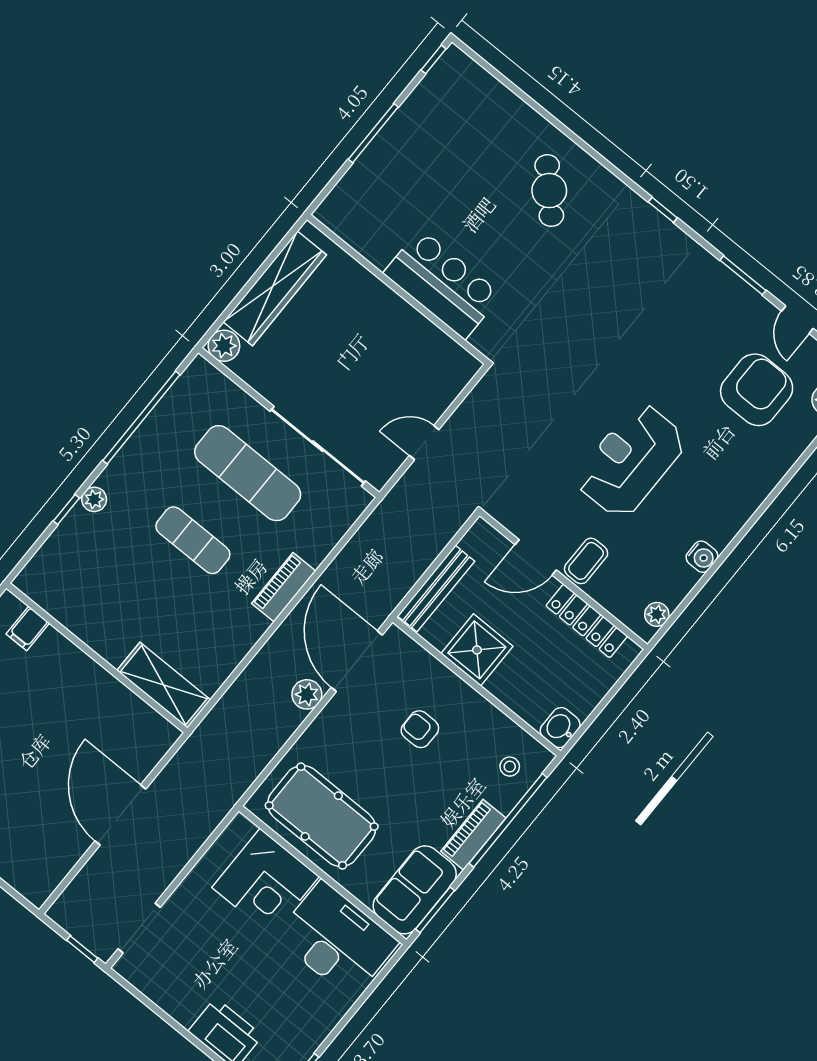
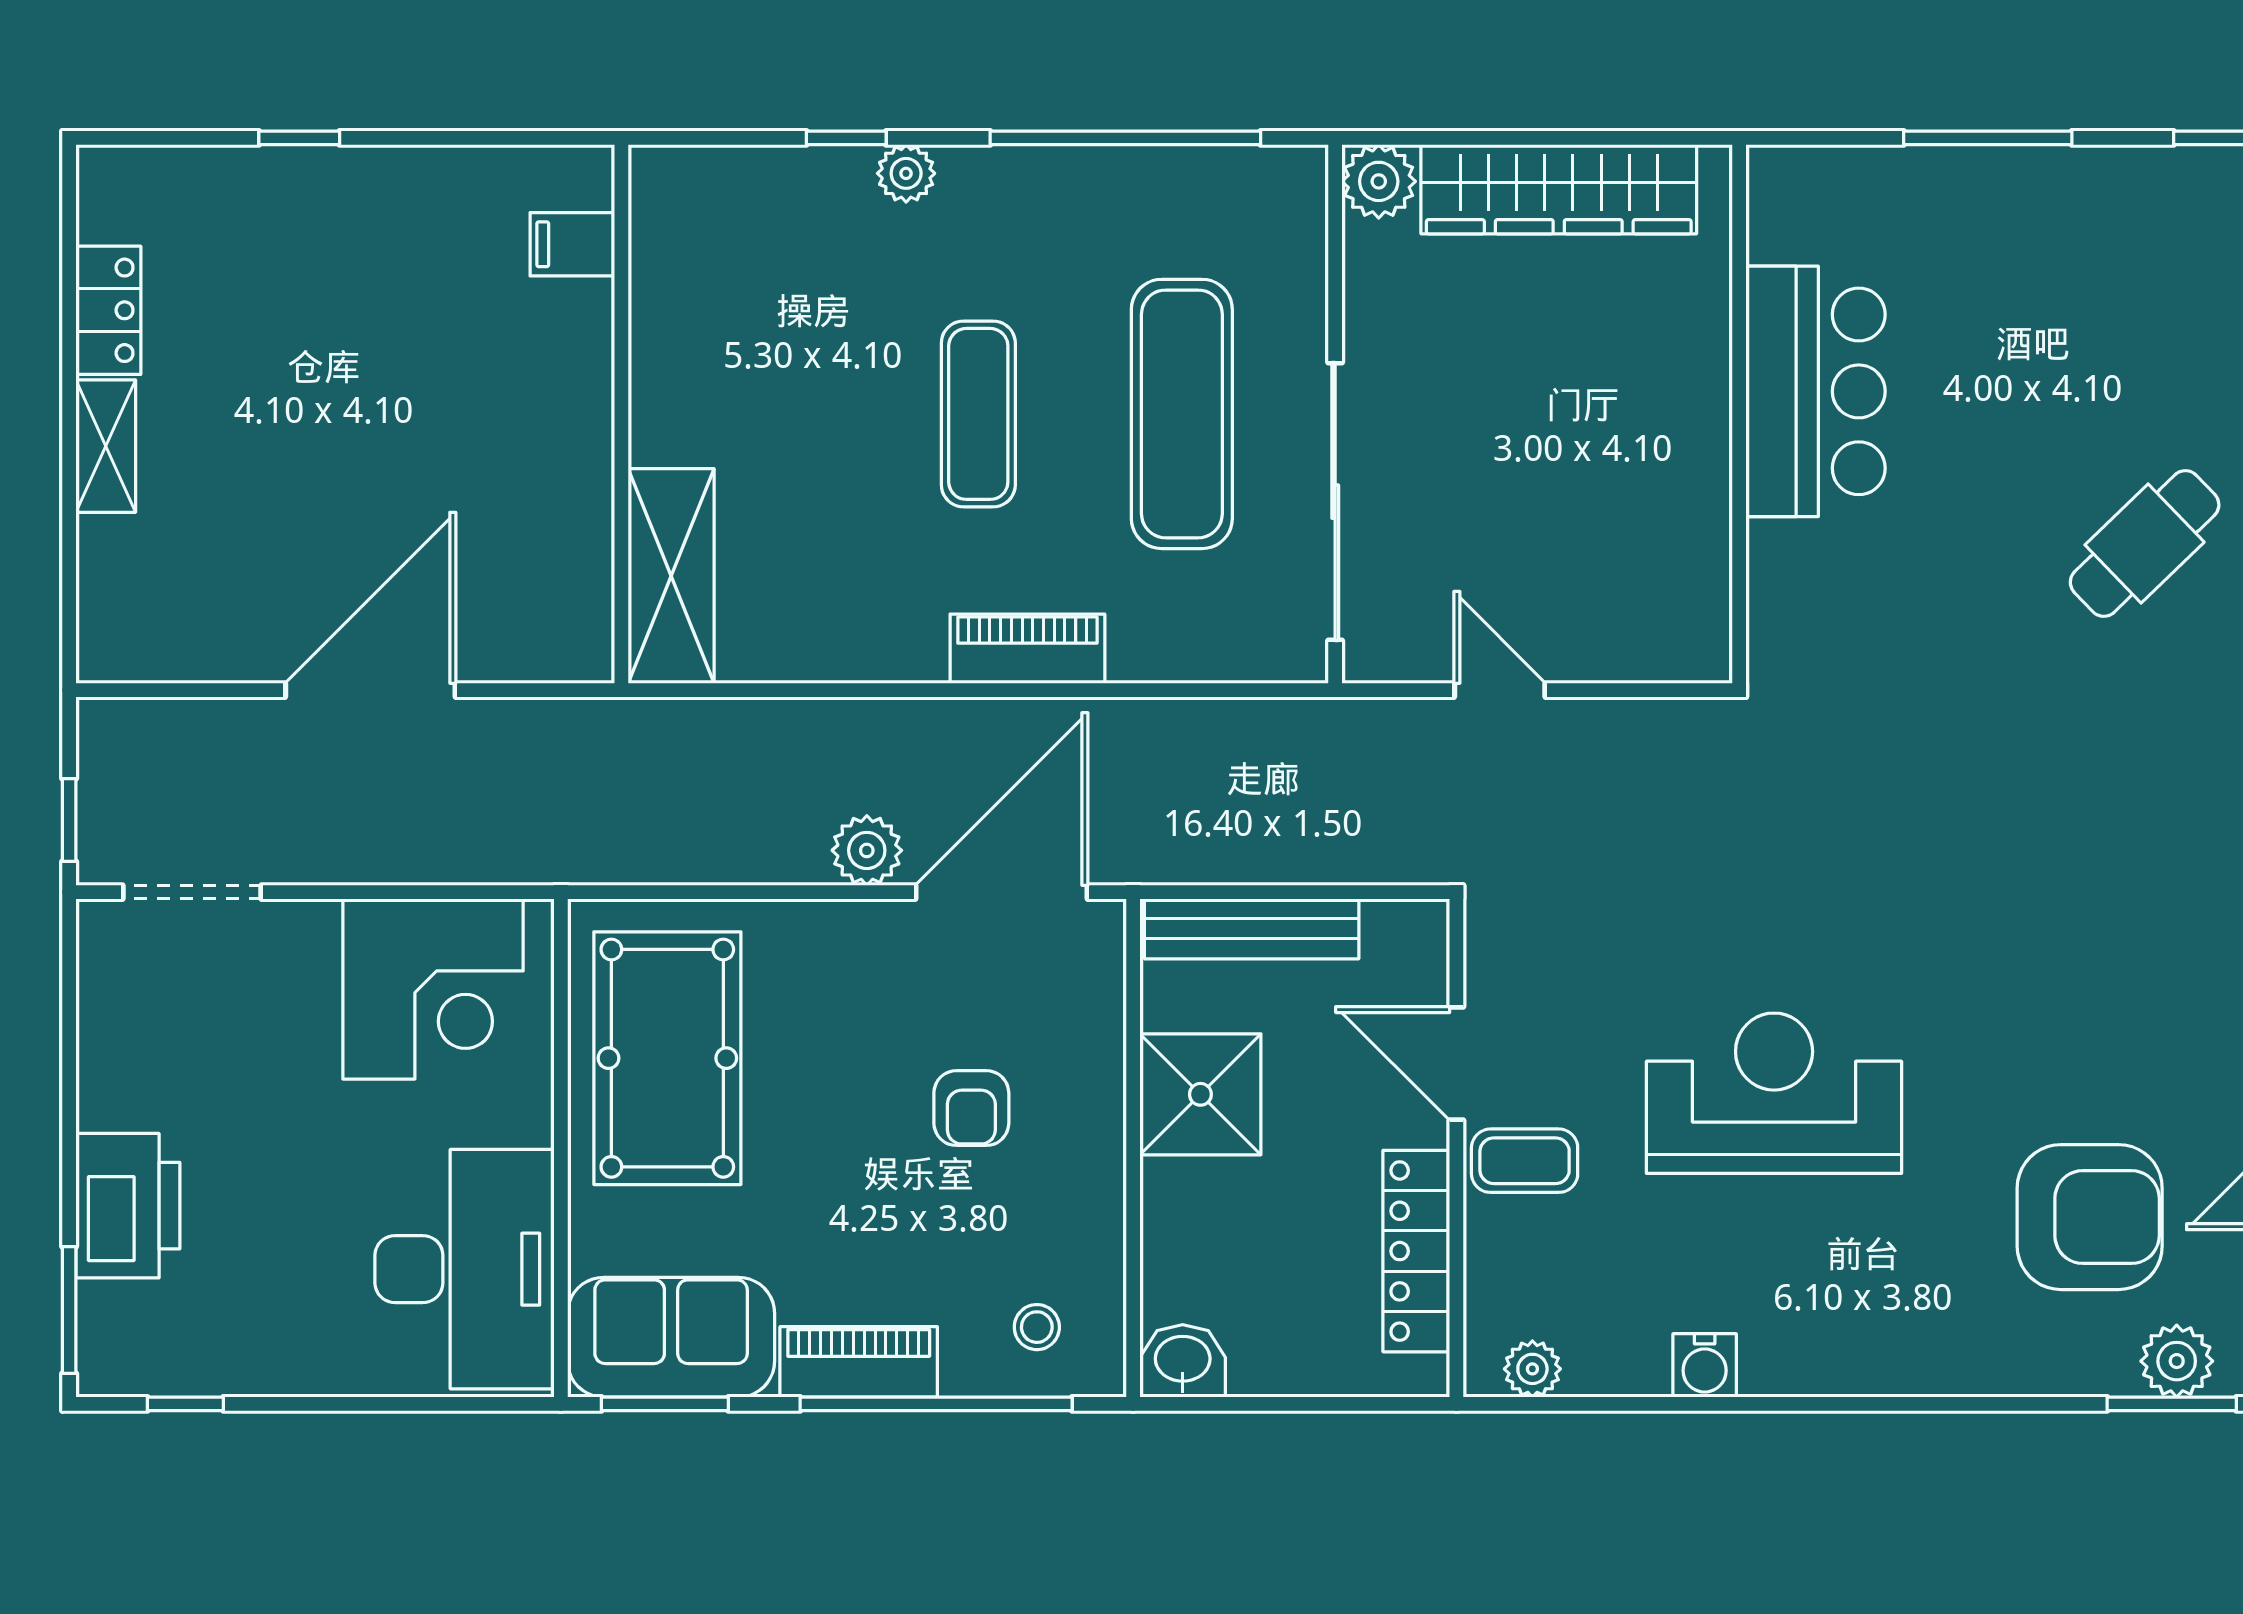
bar counter: (442, 284) -> (1816, 391), moved
armchair: (420, 729) -> (971, 1108), turned 180
corner desk: (266, 882) -> (433, 989), moved, turned -90

